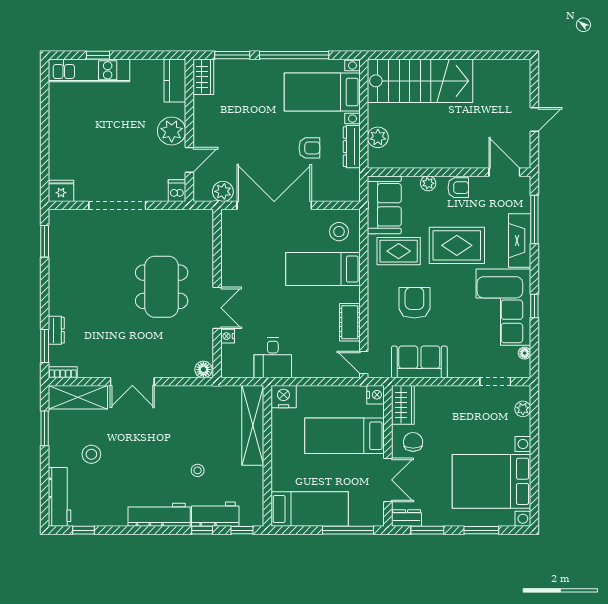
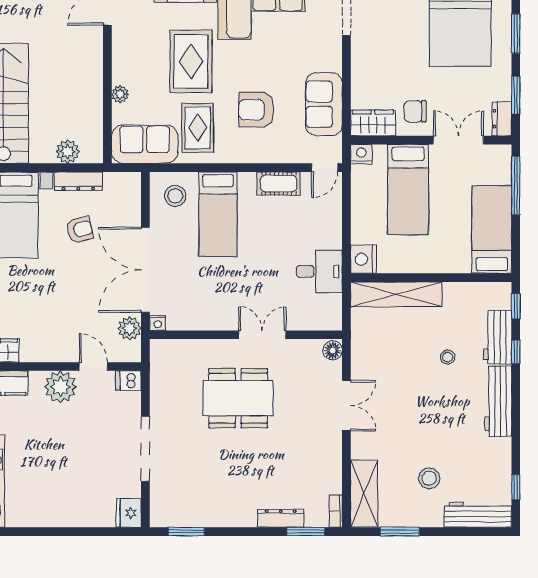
armchair: (309, 148) -> (80, 230), turned 76
armchair: (458, 188) -> (125, 60), removed
dresser: (56, 330) -> (281, 518), width x1.44
nightstand: (228, 336) -> (158, 323), moved
double door: (132, 382) -> (346, 406), moved

